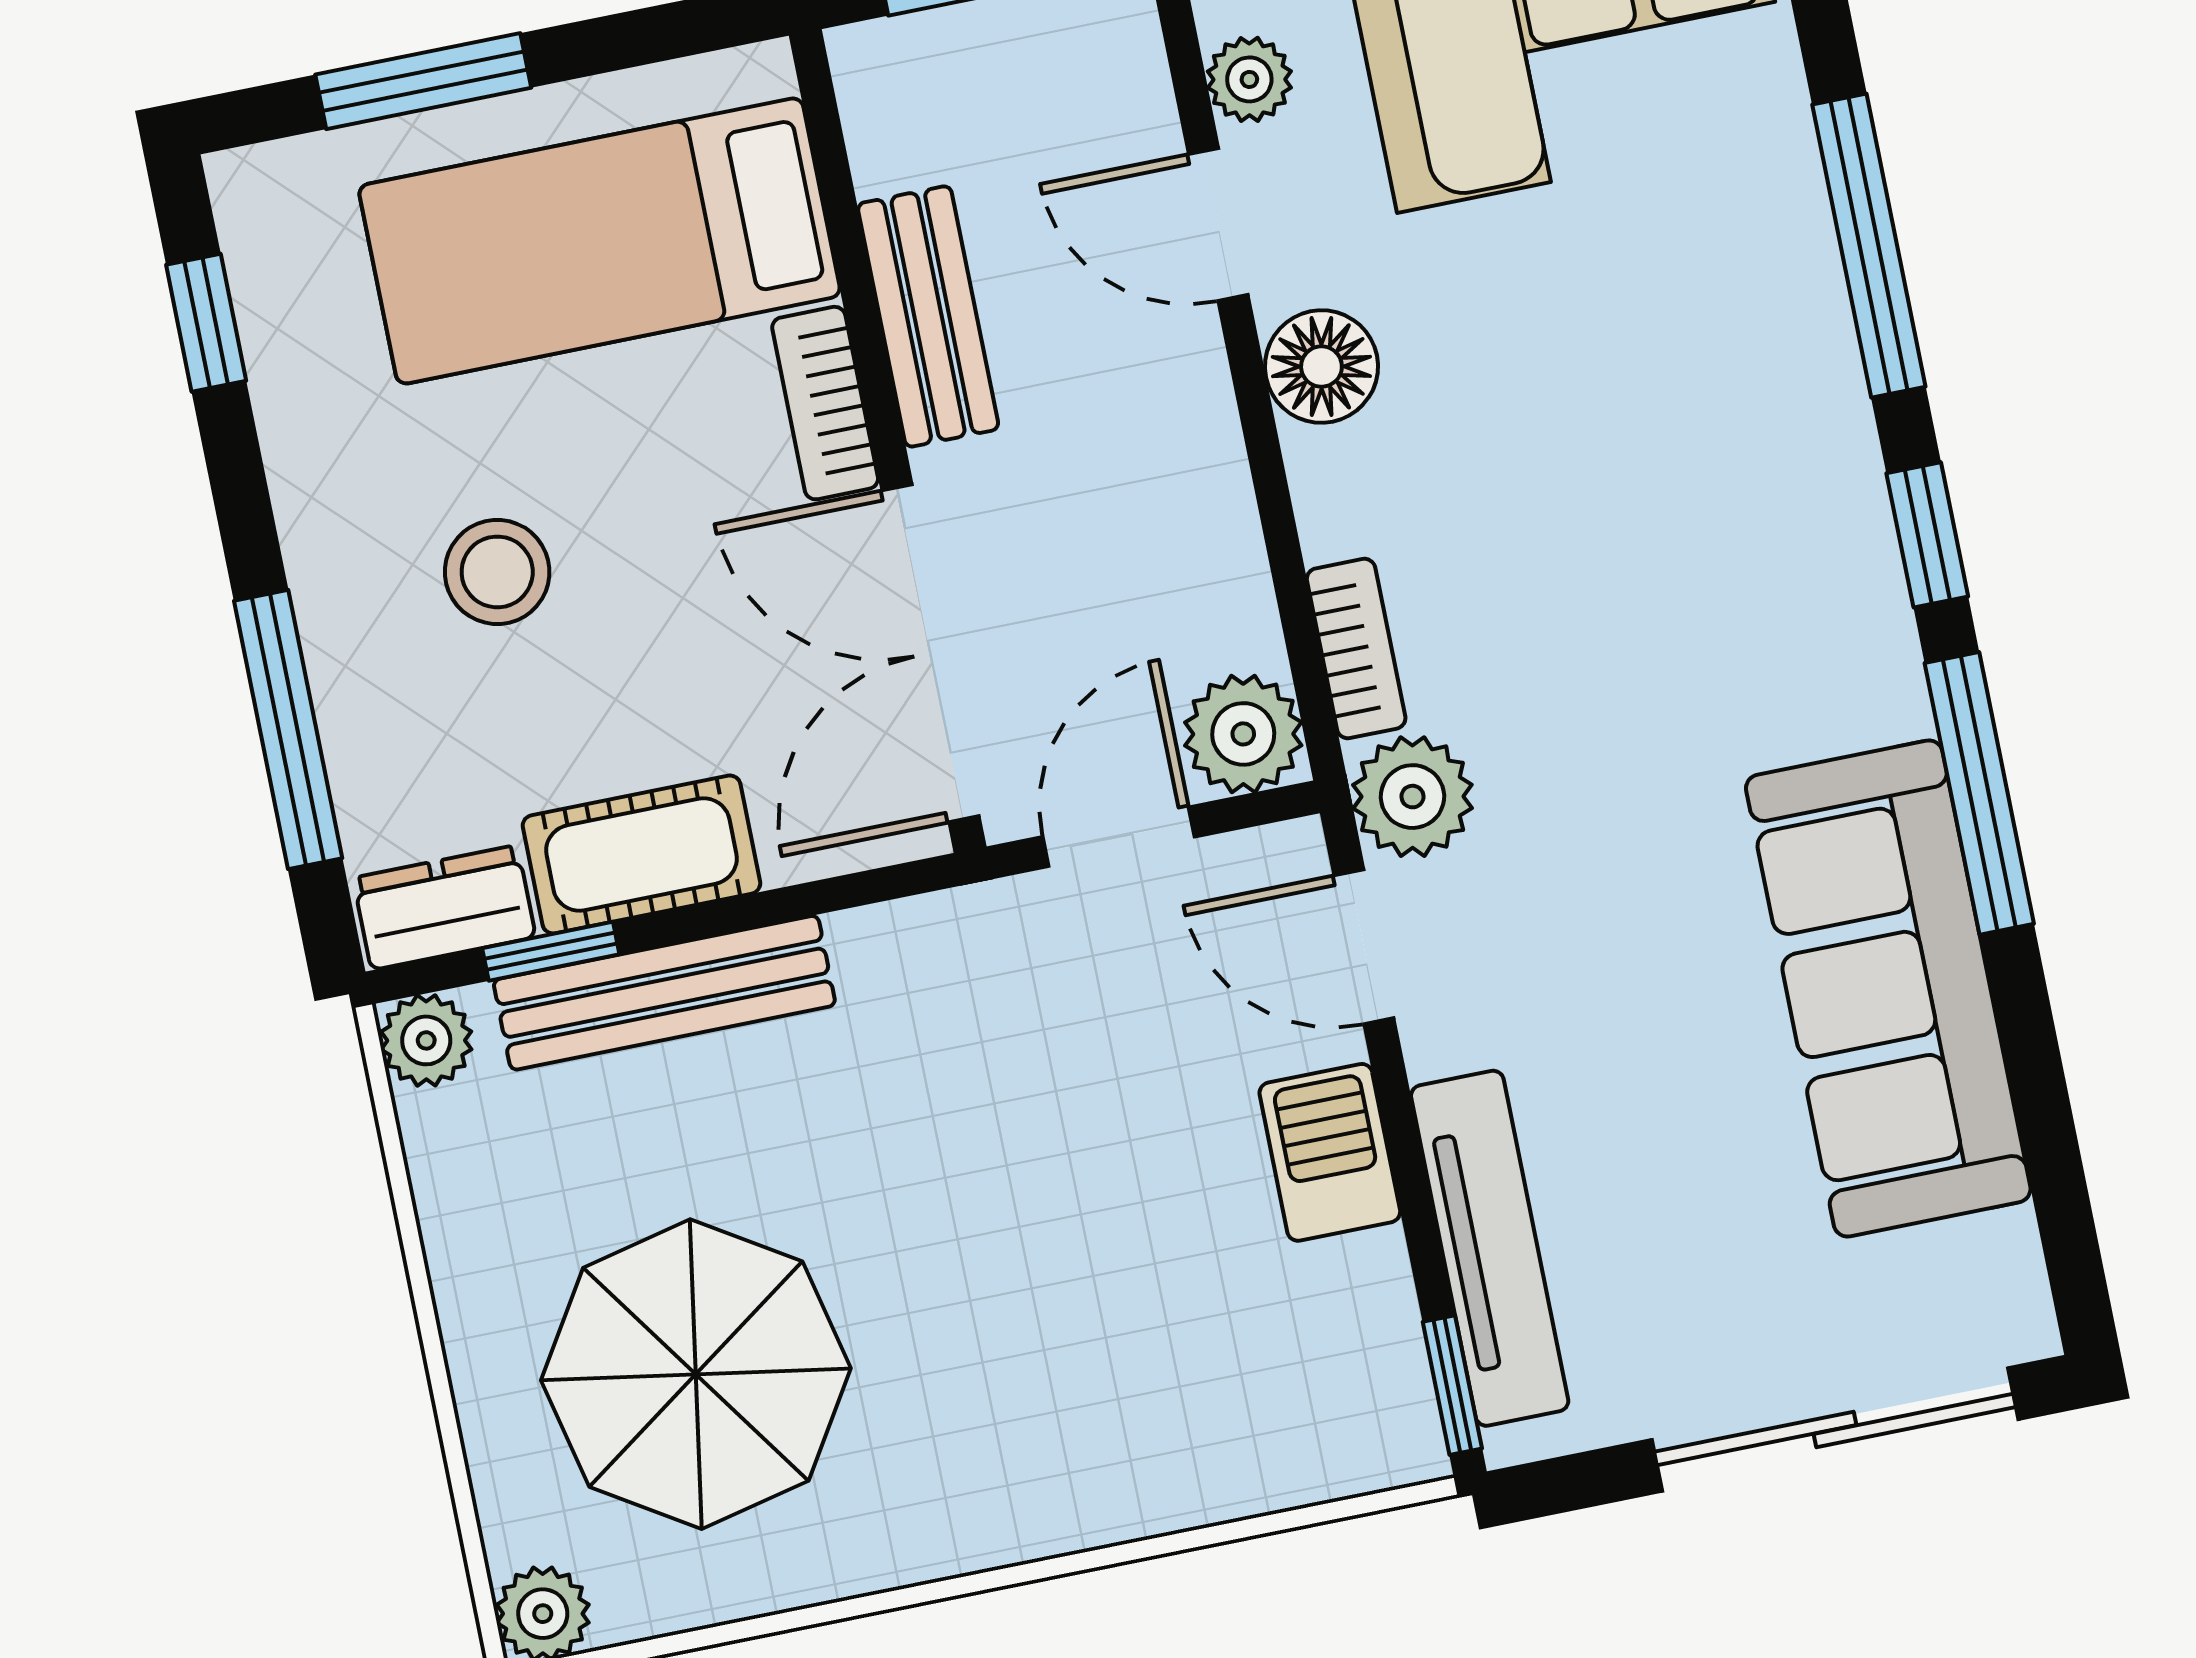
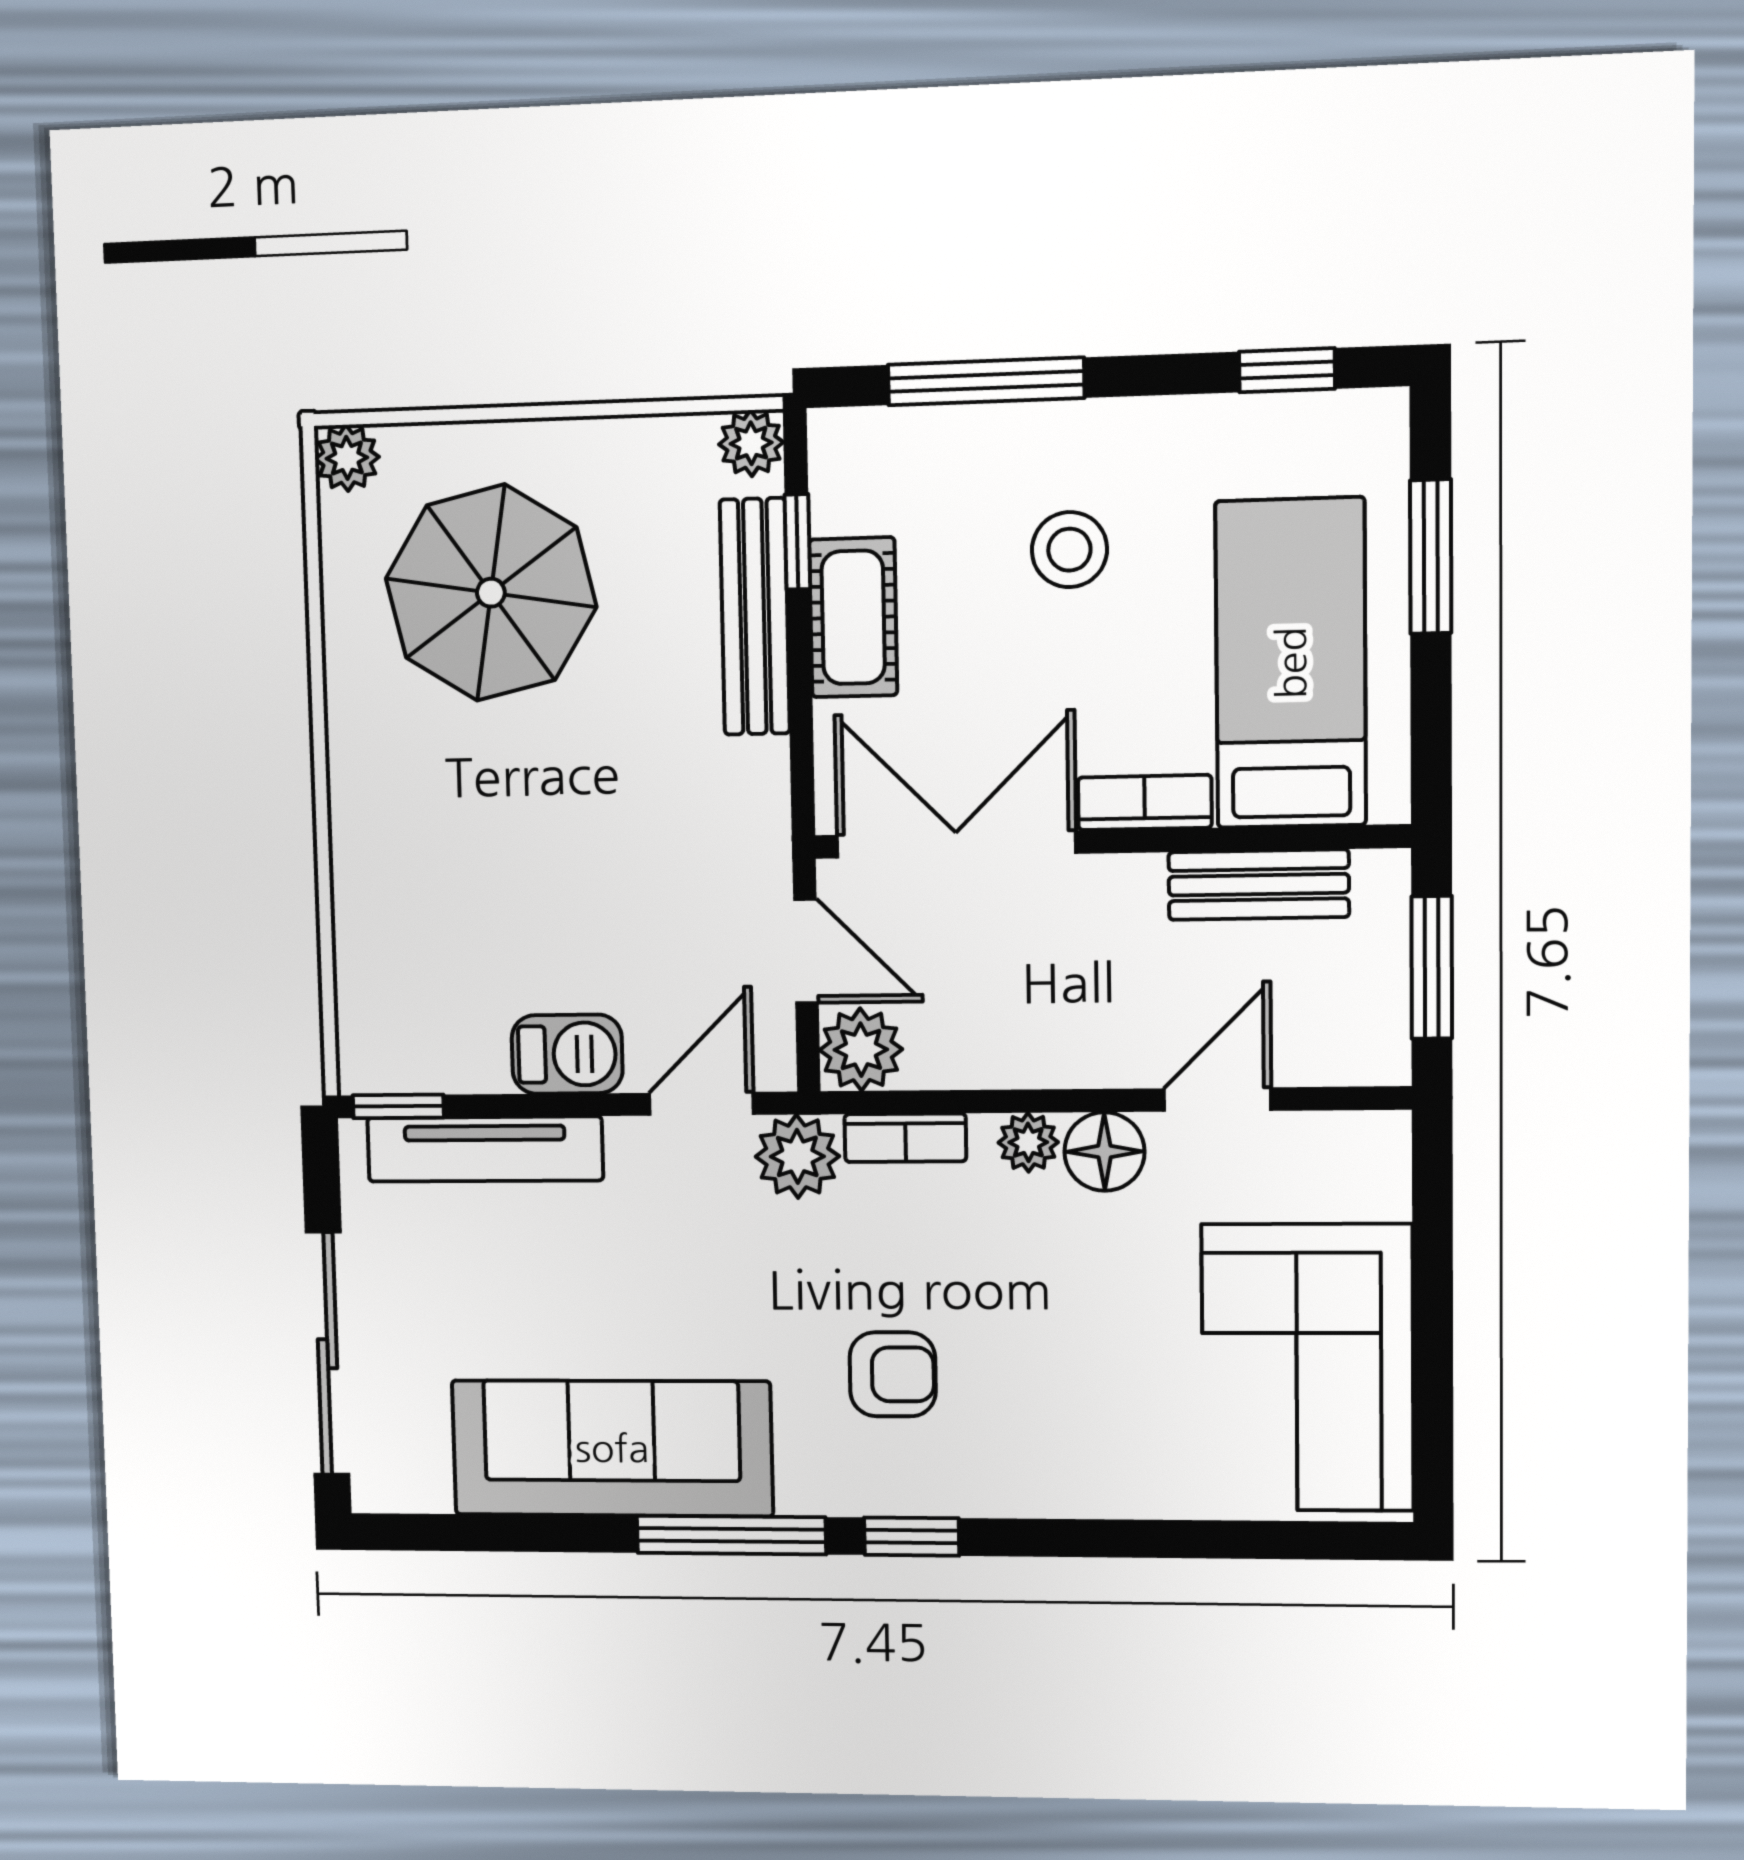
plant: (1249, 79) -> (1028, 1142), moved
window: (1869, 246) -> (1116, 1539), removed
bench: (928, 316) -> (1259, 885), moved
armchair: (1698, 605) -> (893, 1374), added
dresser: (444, 908) -> (841, 472), removed

